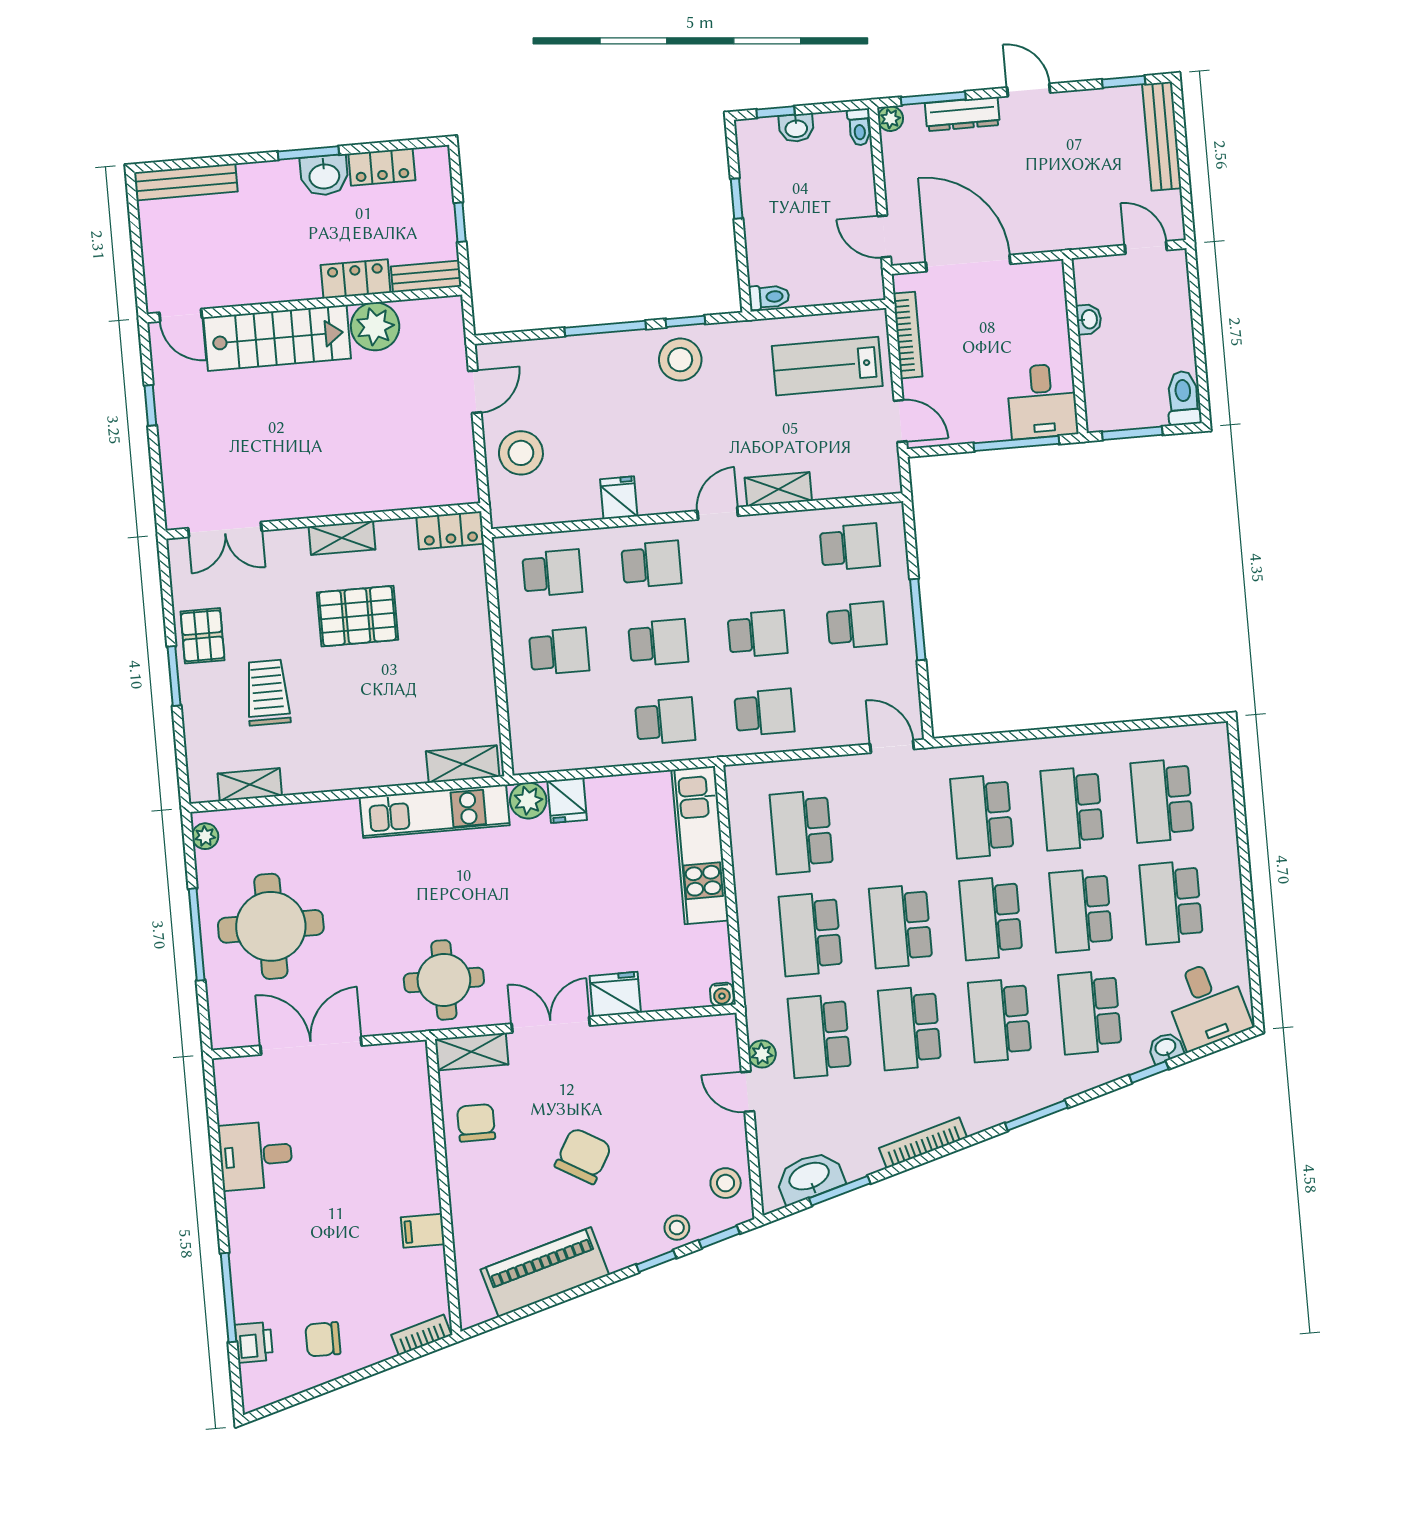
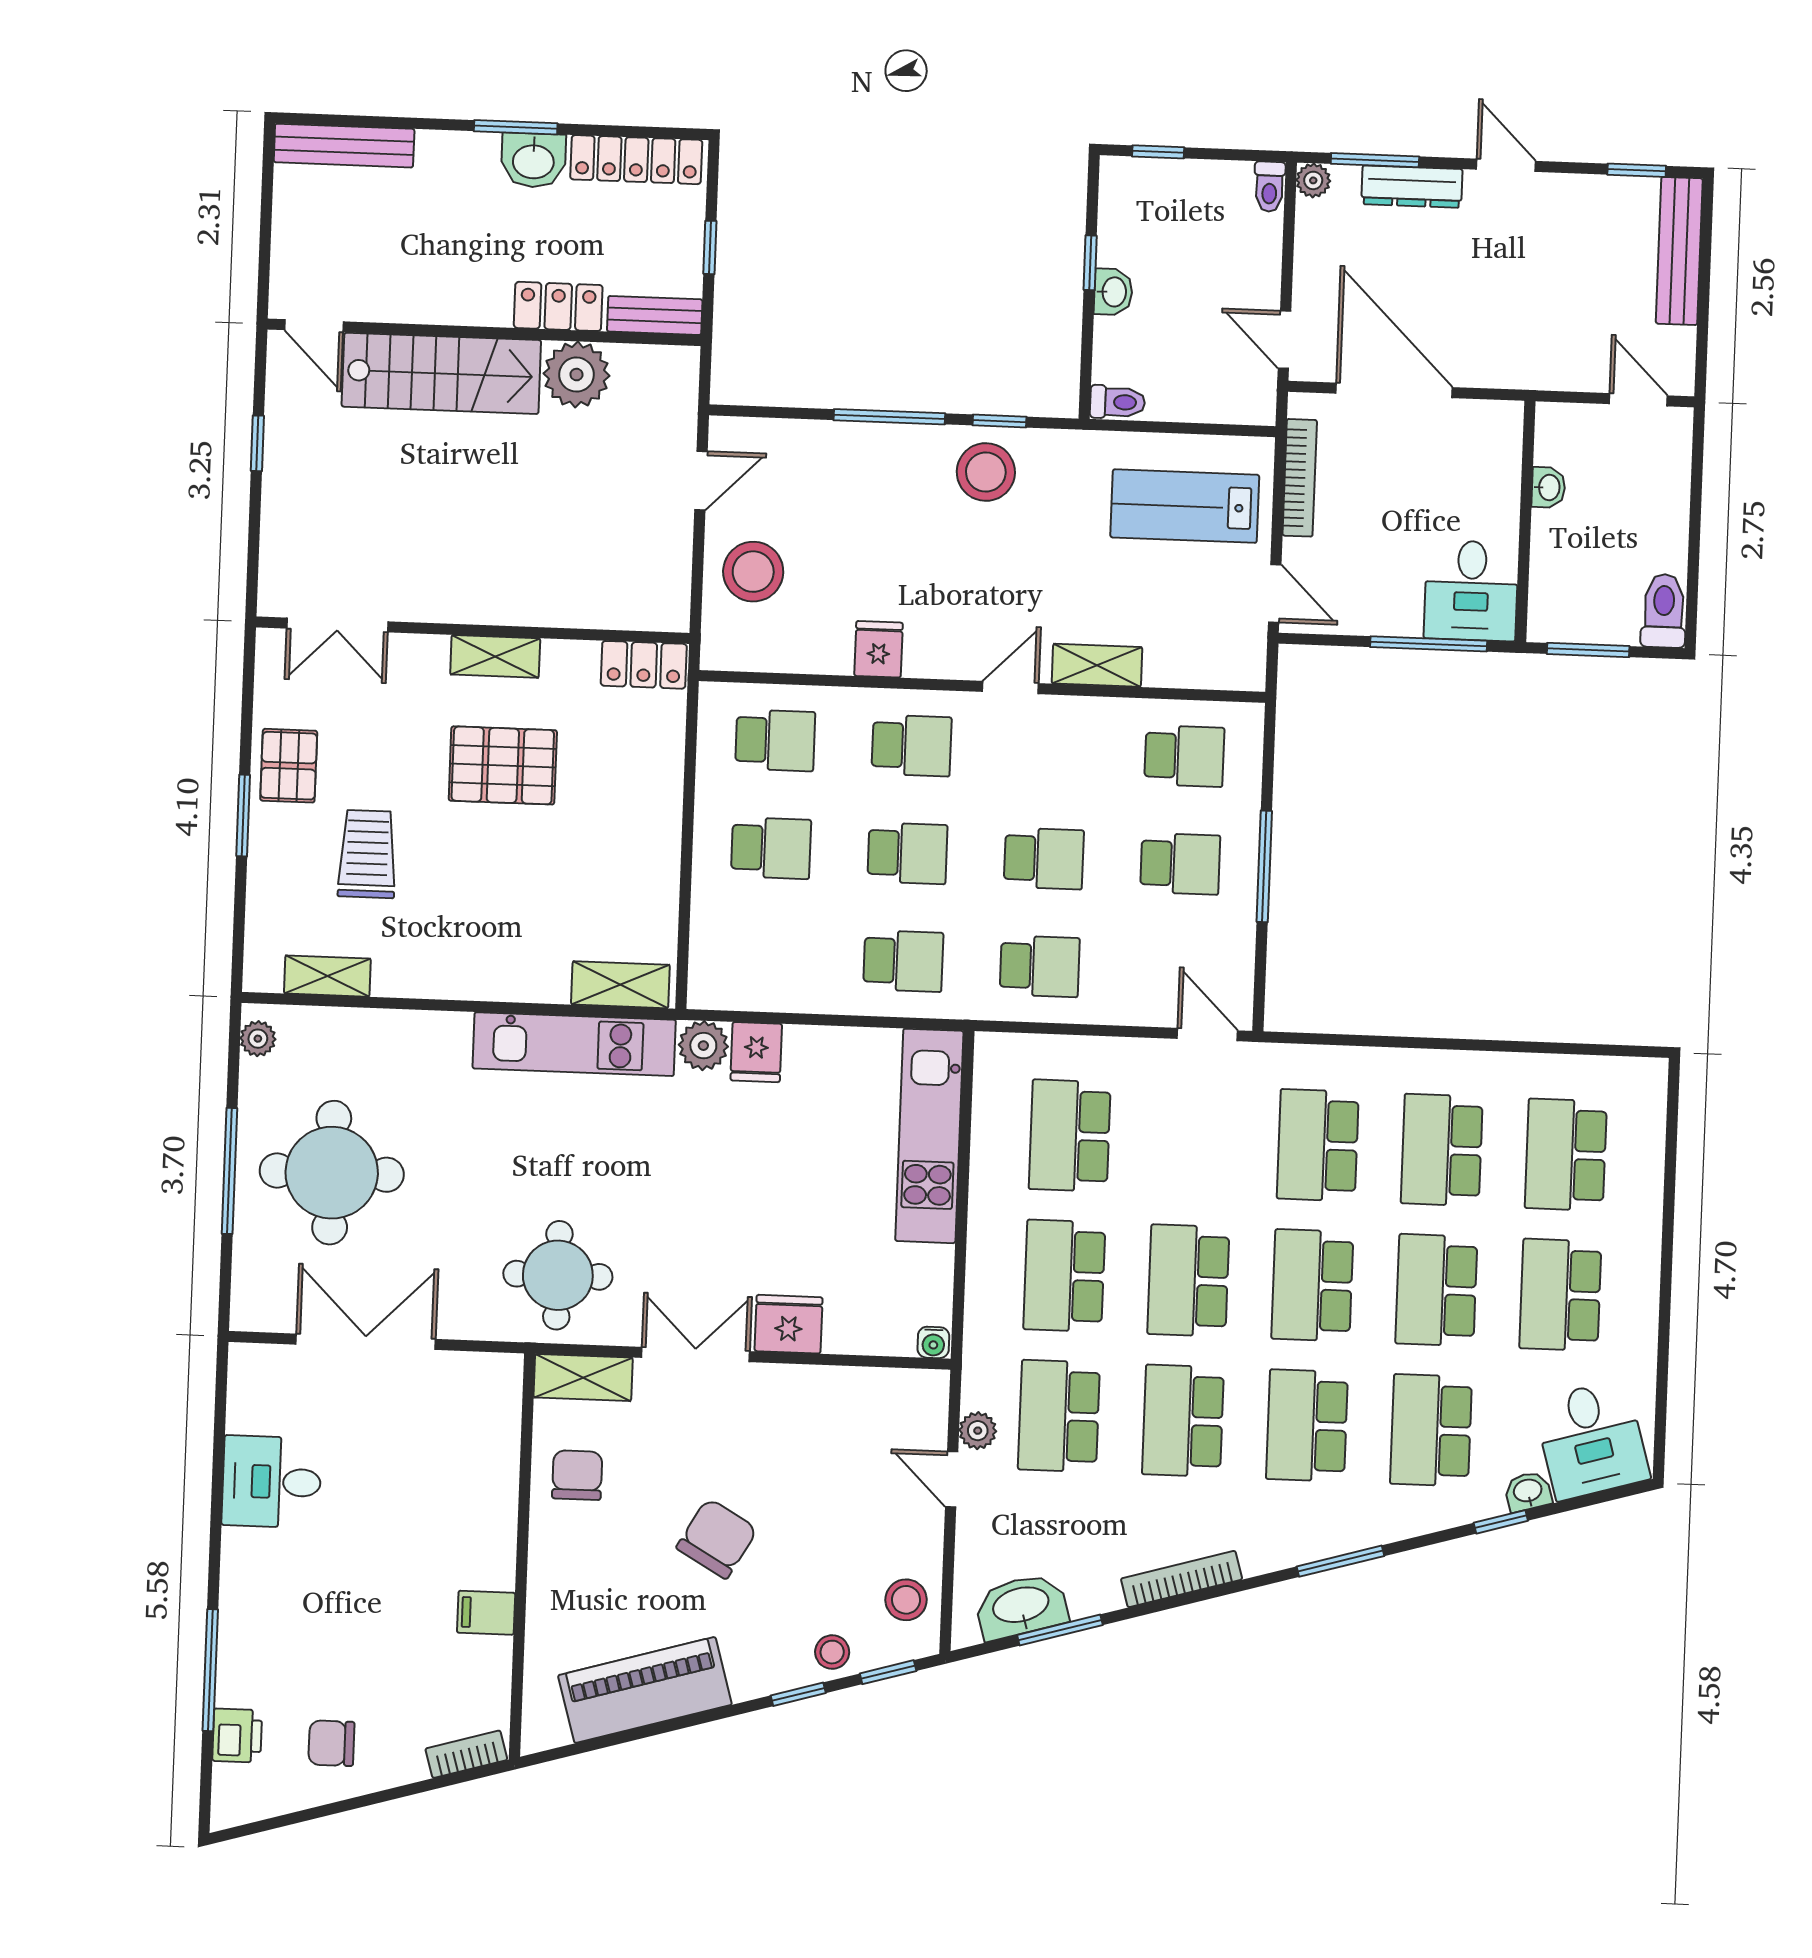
washbasin: (796, 128) -> (1113, 292), moved, turned -90
locker: (382, 167) -> (636, 160), width x1.53

